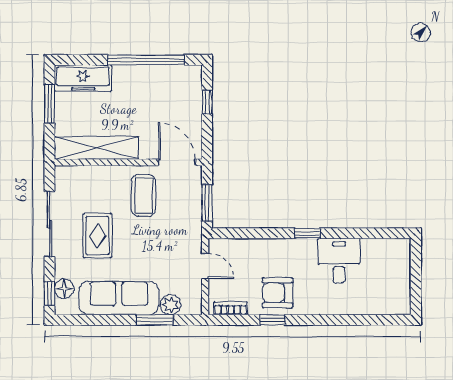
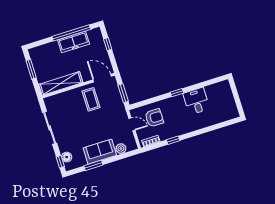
freezer: (83, 78) -> (74, 42), moved
rug: (98, 236) -> (75, 126), removed
armchair: (278, 293) -> (154, 118), moved, turned 180
sofa: (119, 298) -> (100, 152), width x0.73
window: (155, 320) -> (93, 165), moved

